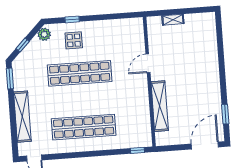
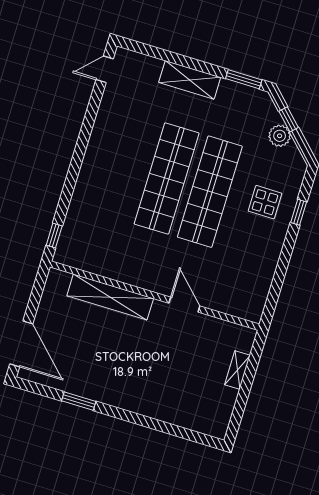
plant: (44, 34) -> (280, 136), moved
window: (225, 114) -> (79, 401), moved
shelving: (22, 117) -> (190, 80), width x0.68
shop shelf: (84, 127) -> (167, 179), moved

